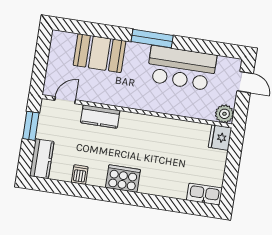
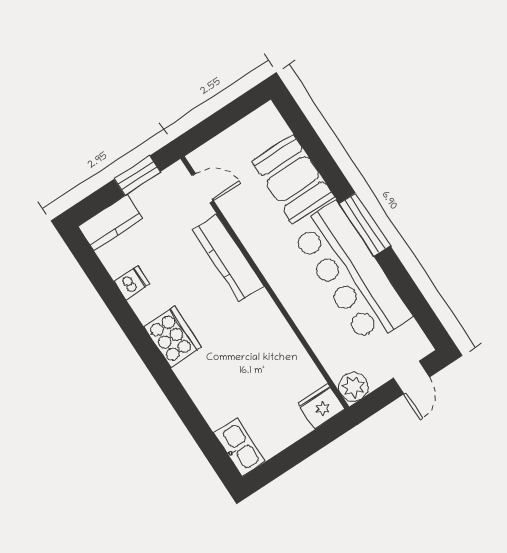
bar counter: (182, 68) -> (351, 274), width x1.36
kitchen counter: (100, 117) -> (228, 258), width x1.50

